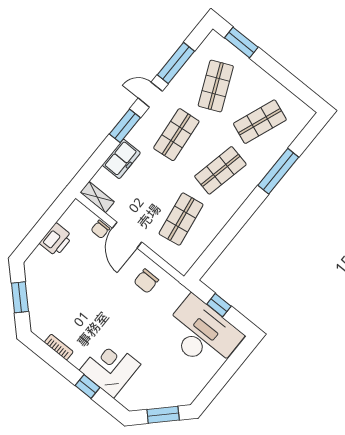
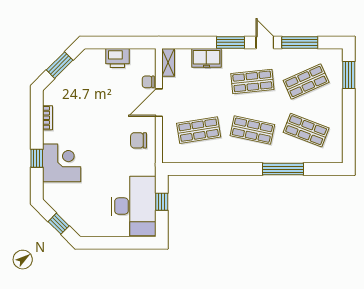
window: (163, 415) -> (59, 224), width x0.67

